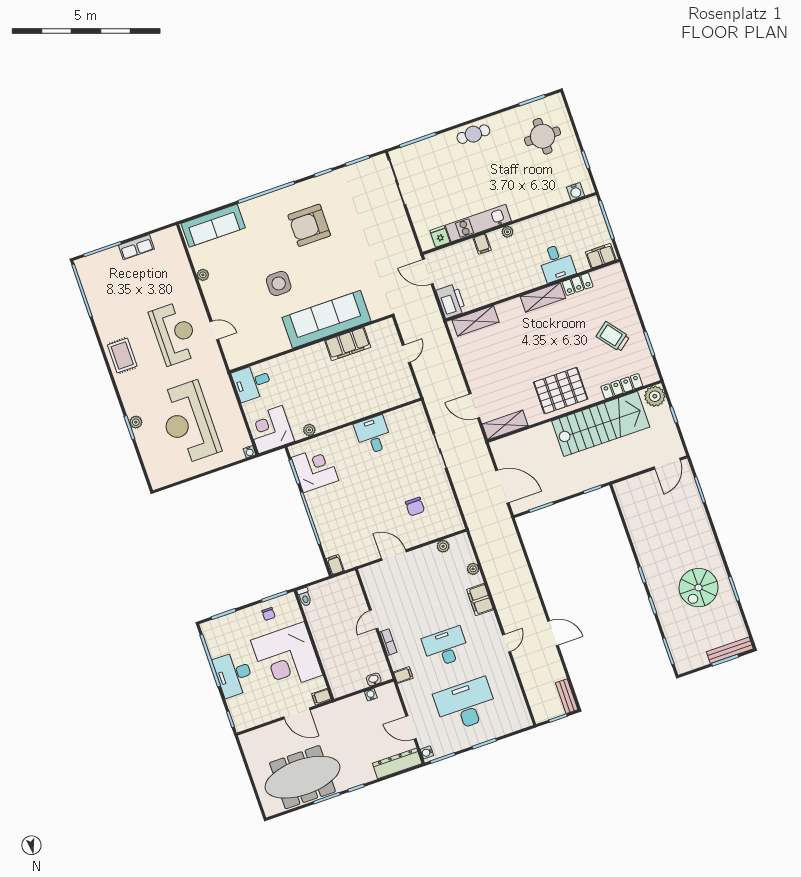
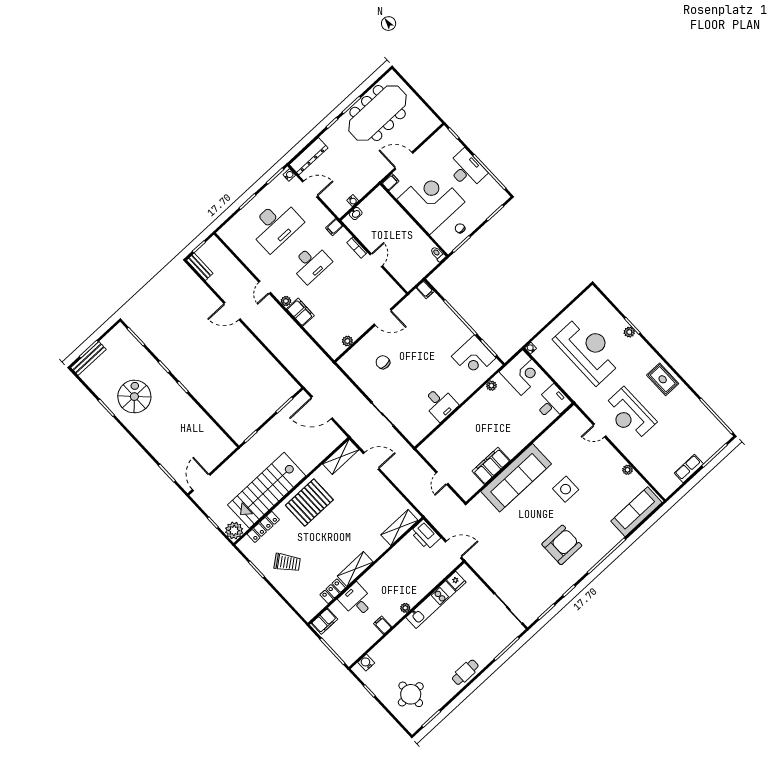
filing cabinet: (482, 244) -> (383, 625), moved
plant: (473, 569) -> (286, 301), moved

